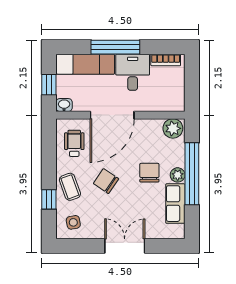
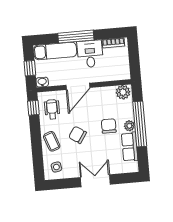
door: (112, 115) -> (78, 86), width x0.73
window: (49, 199) -> (33, 108), moved

